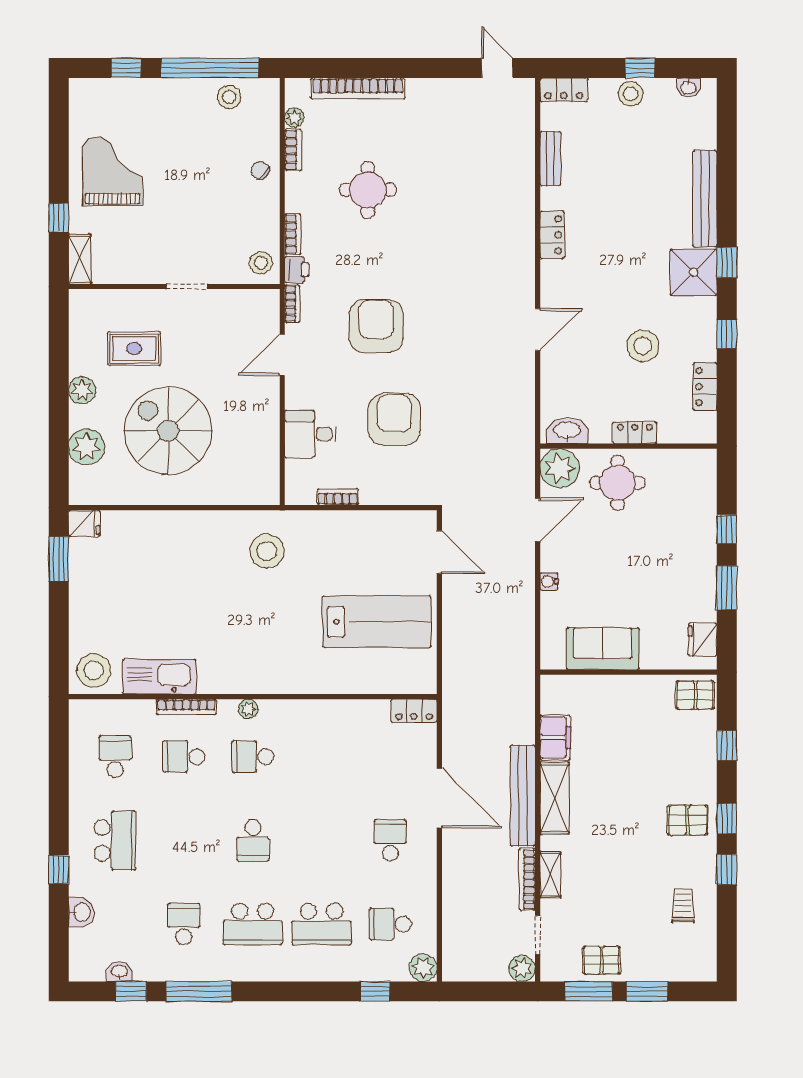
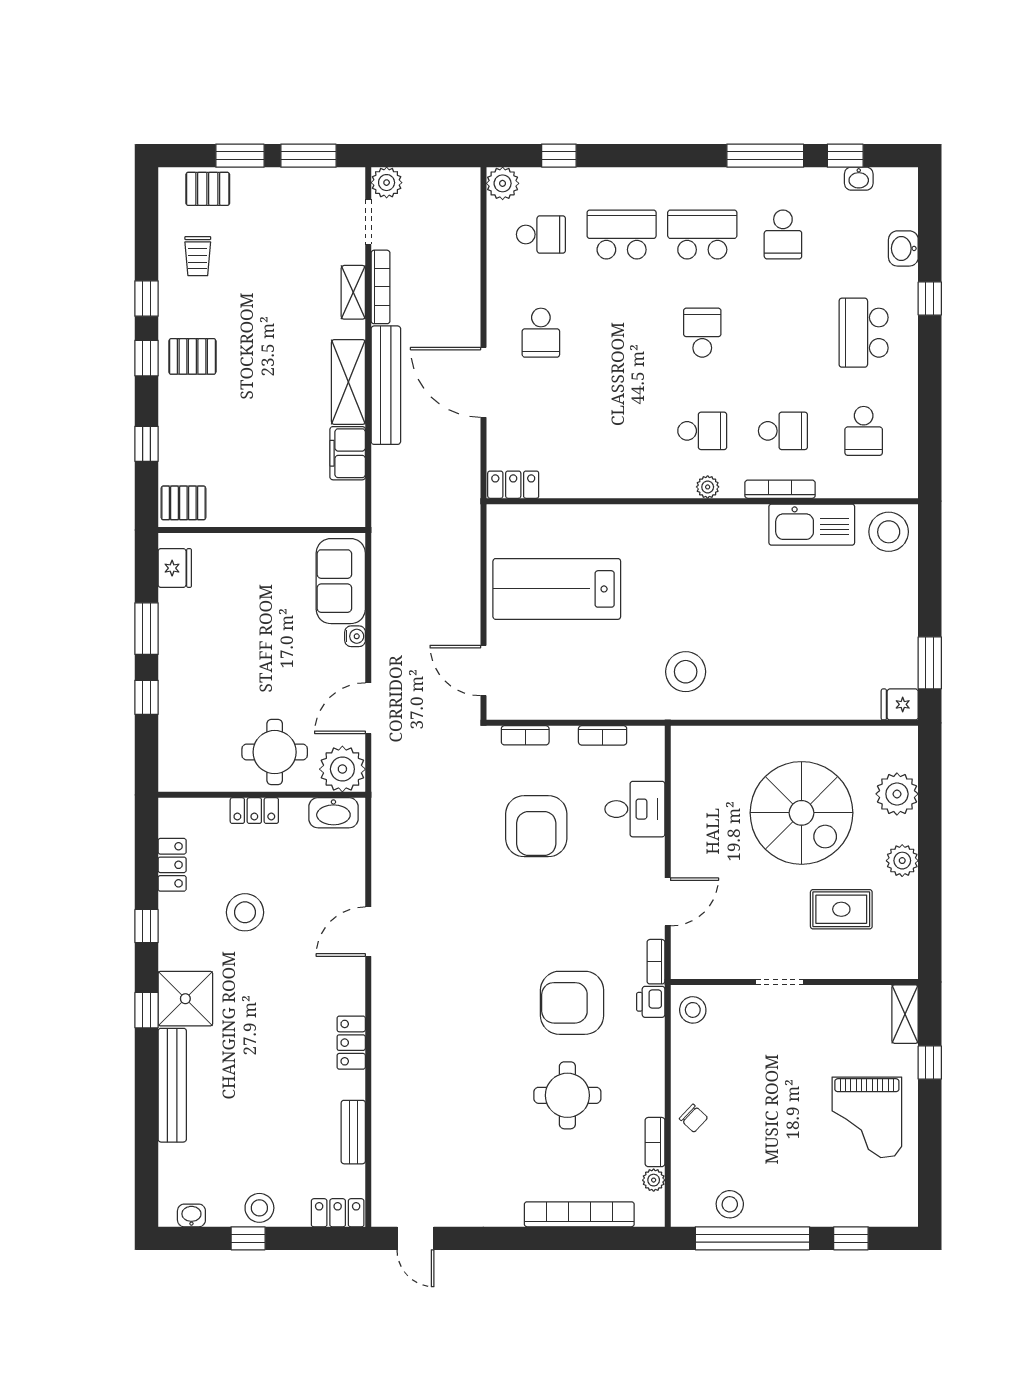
bookcase: (293, 234) -> (525, 735), moved, turned -90
armchair: (376, 326) -> (572, 1003), moved, turned 90
sofa: (603, 649) -> (341, 581), moved, turned 90
pallet: (602, 960) -> (208, 189), moved

